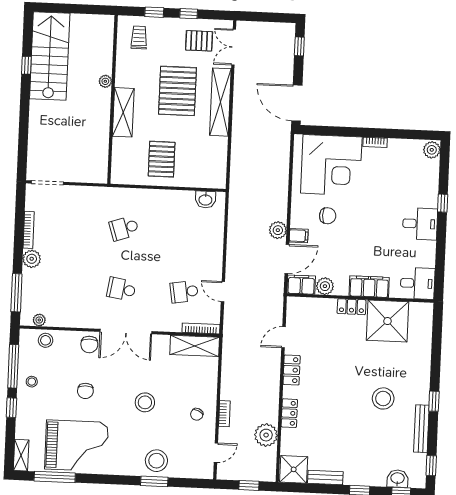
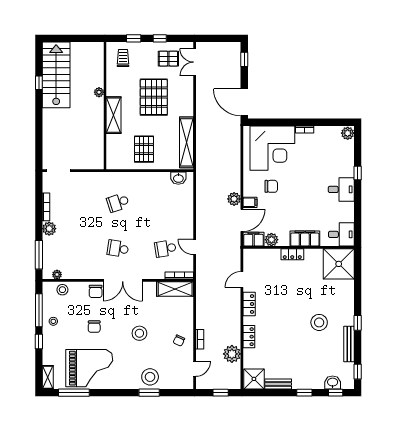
shelving: (220, 102) -> (187, 142), moved
shower: (387, 321) -> (339, 264), moved

